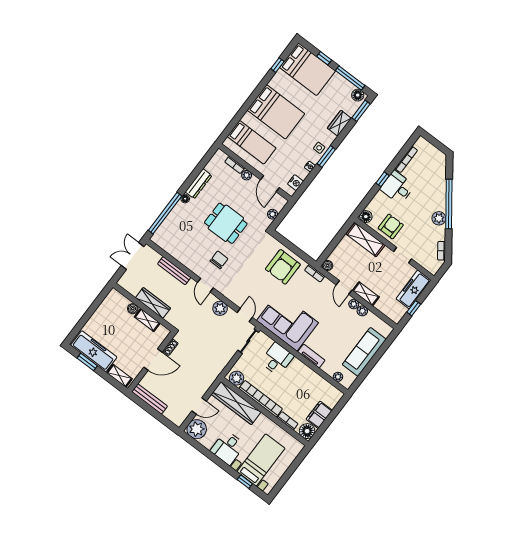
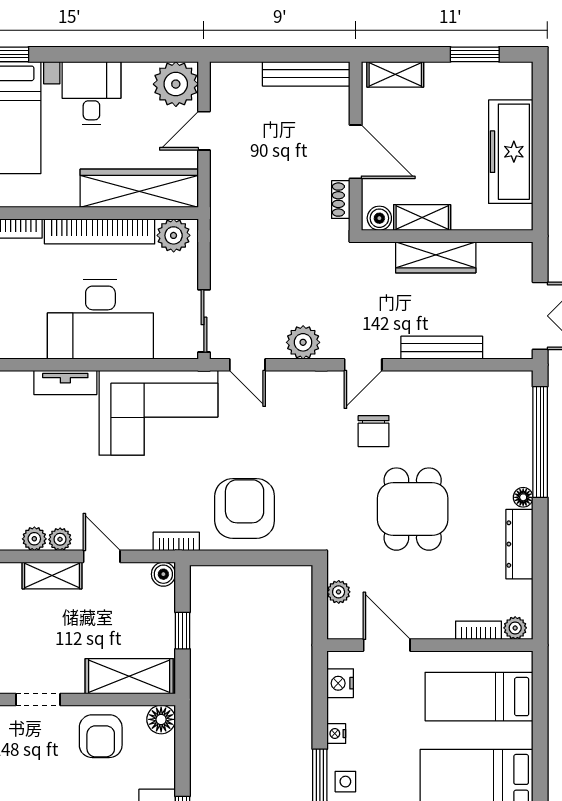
plant: (247, 175) -> (515, 628), moved
dining table: (226, 223) -> (413, 509), turned 90
window: (336, 241) -> (183, 631), added
door: (205, 285) -> (363, 365), swing flipped
boiler: (133, 309) -> (379, 218), moved
freezer: (94, 351) -> (511, 152), moved, turned 90
desk: (277, 359) -> (100, 319), width x1.87, depth x1.30
door: (153, 360) -> (356, 152), swing flipped

